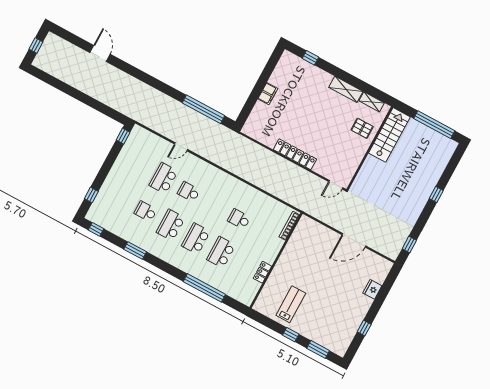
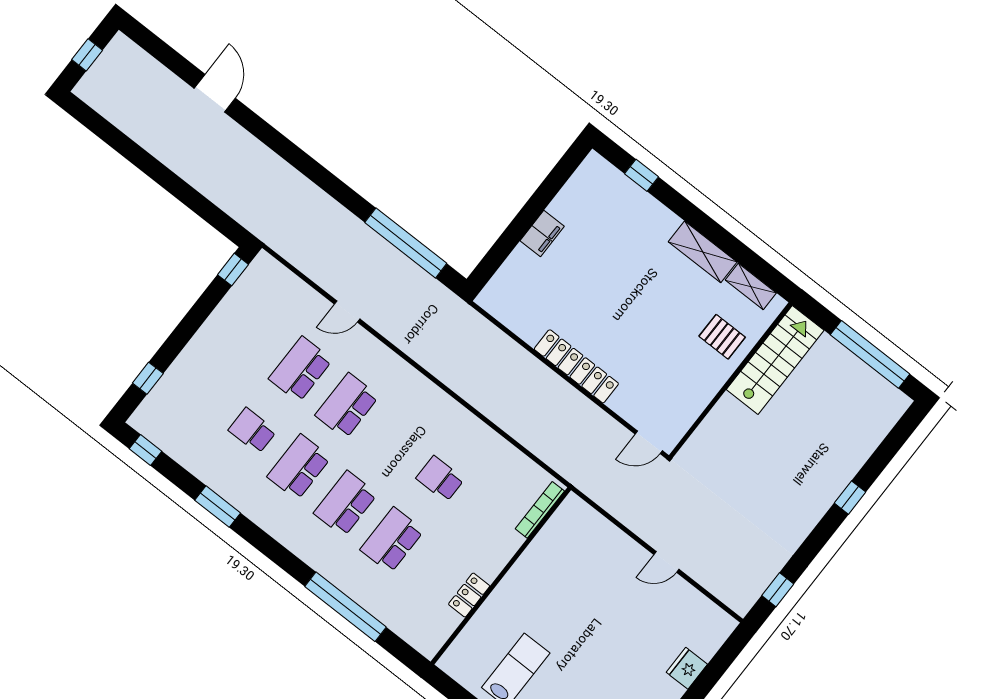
school desk: (189, 192) -> (347, 406), width x1.85
door: (354, 240) -> (666, 562), width x0.53

